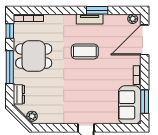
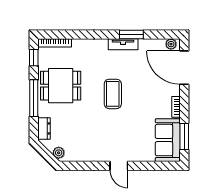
door: (145, 40) -> (184, 68), hinge flipped
coffee table: (85, 51) -> (113, 94), moved, turned 90

